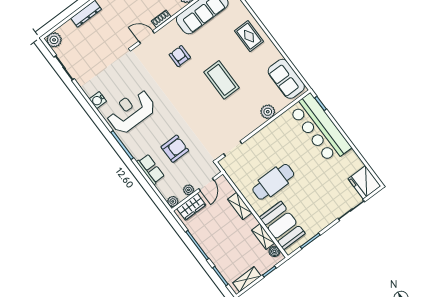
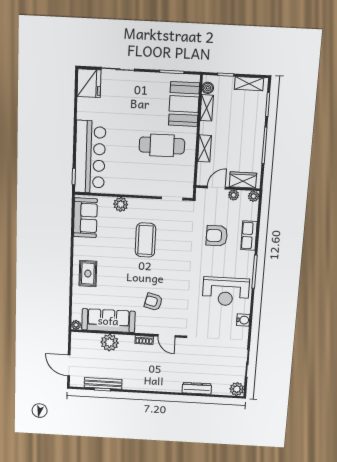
armchair: (180, 56) -> (153, 302), turned 104
coffee table: (221, 80) -> (145, 240), moved

